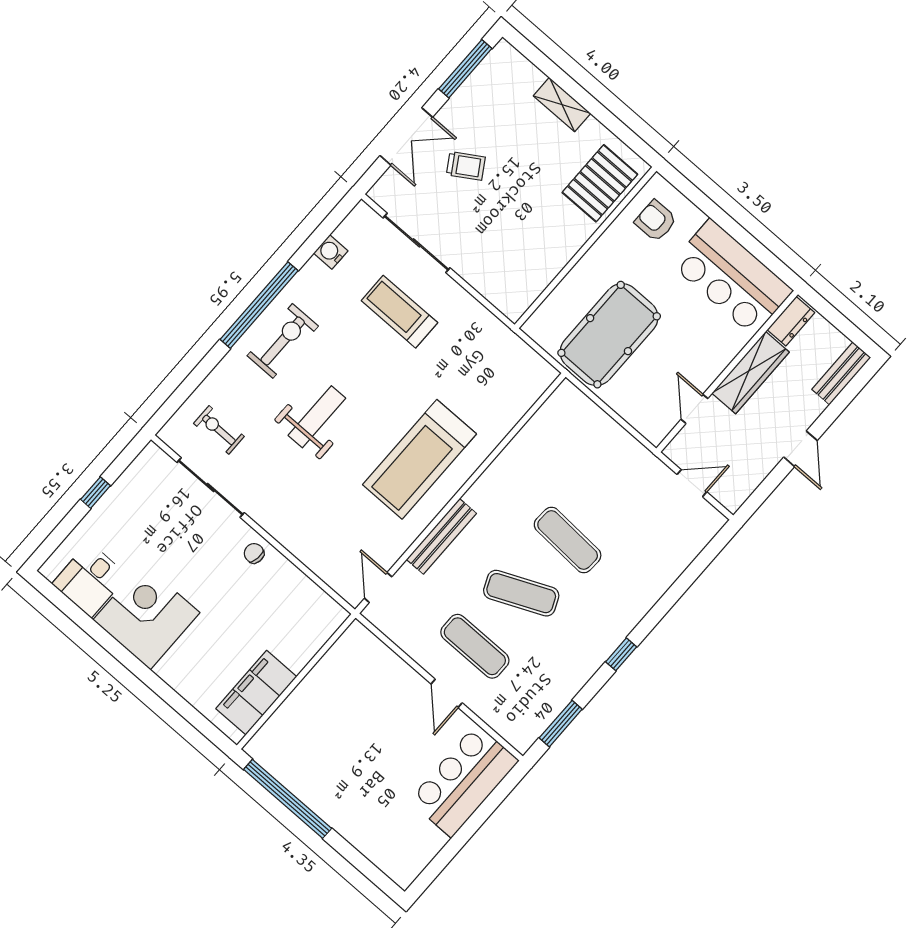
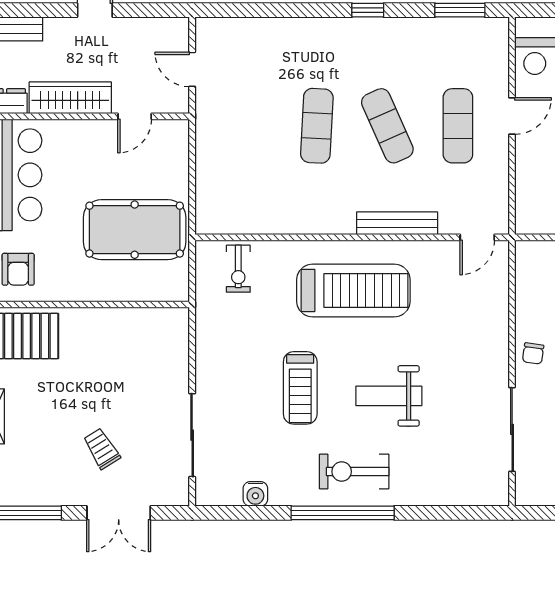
double door: (406, 136) -> (119, 513), swing flipped
treadmill: (399, 312) -> (300, 388), moved
exercise bike: (219, 430) -> (238, 269), moved

